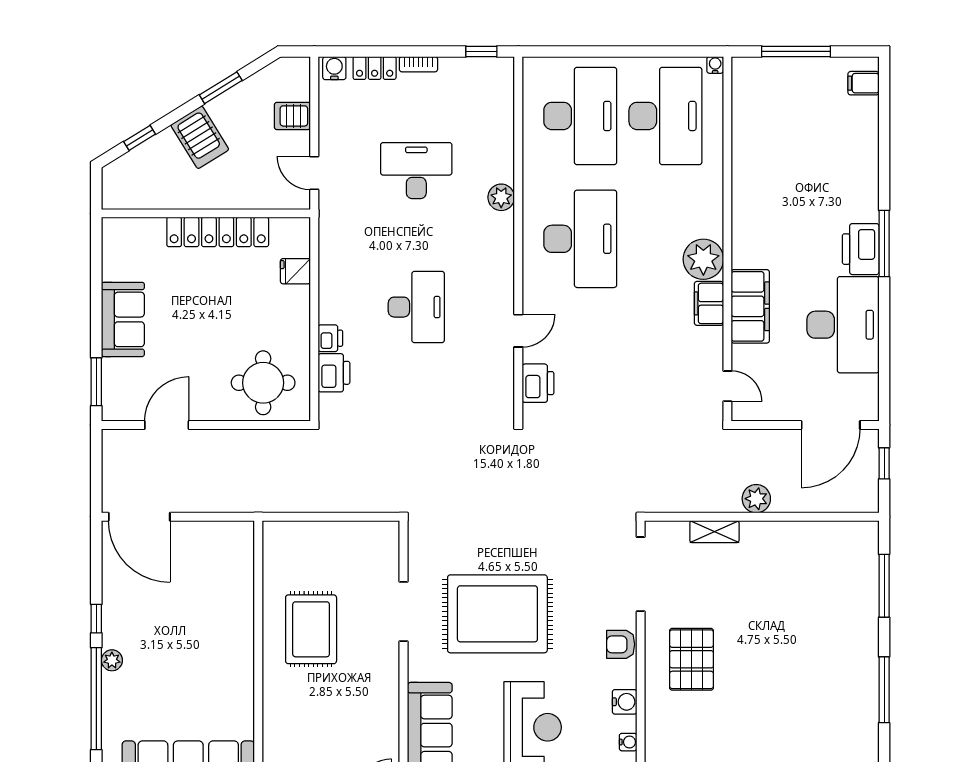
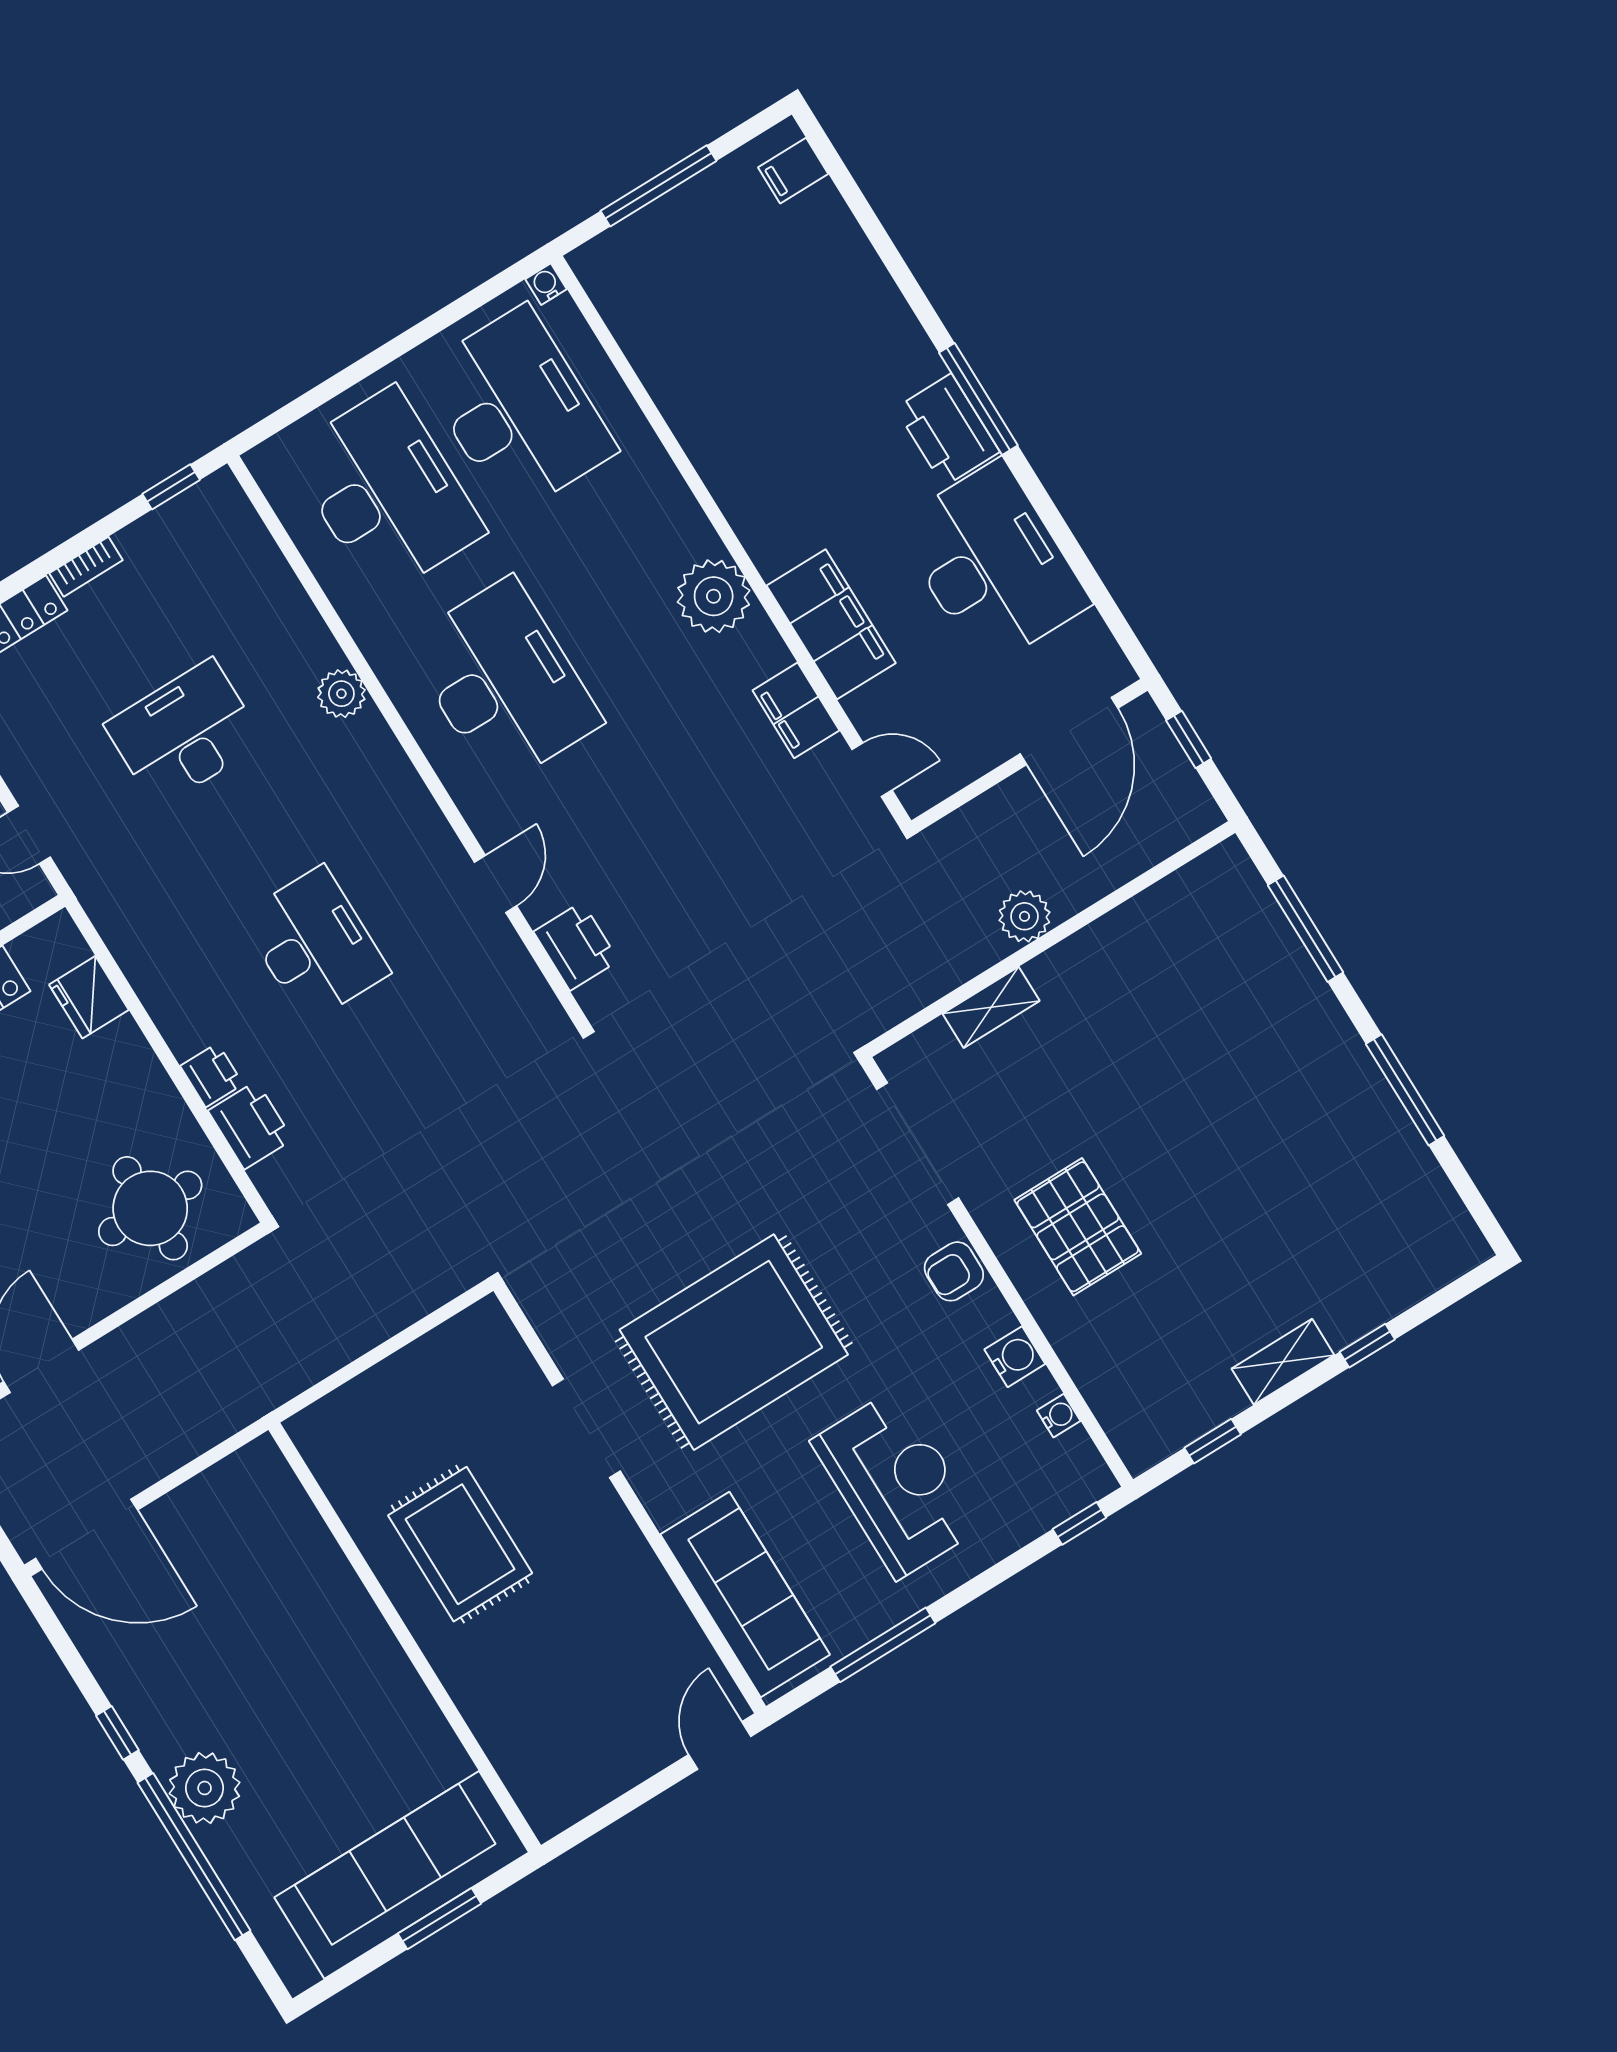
fridge: (295, 271) -> (89, 997), width x1.38
filing cabinet: (709, 303) -> (796, 710), moved
plant: (112, 660) -> (205, 1788), width x1.88, depth x1.88

